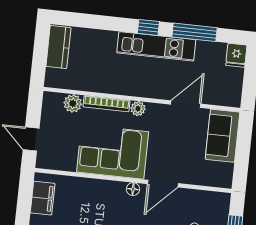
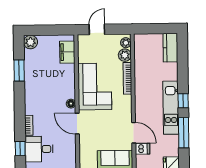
kitchen counter: (58, 47) -> (170, 48), moved, turned 90
dishwasher: (210, 94) -> (142, 149), added
plant: (138, 109) -> (126, 43), moved
filing cabinet: (43, 198) -> (67, 52), moved, turned 90

